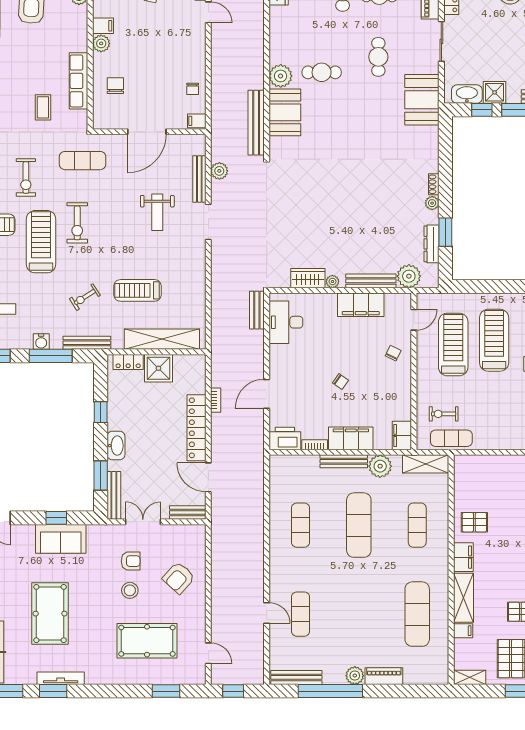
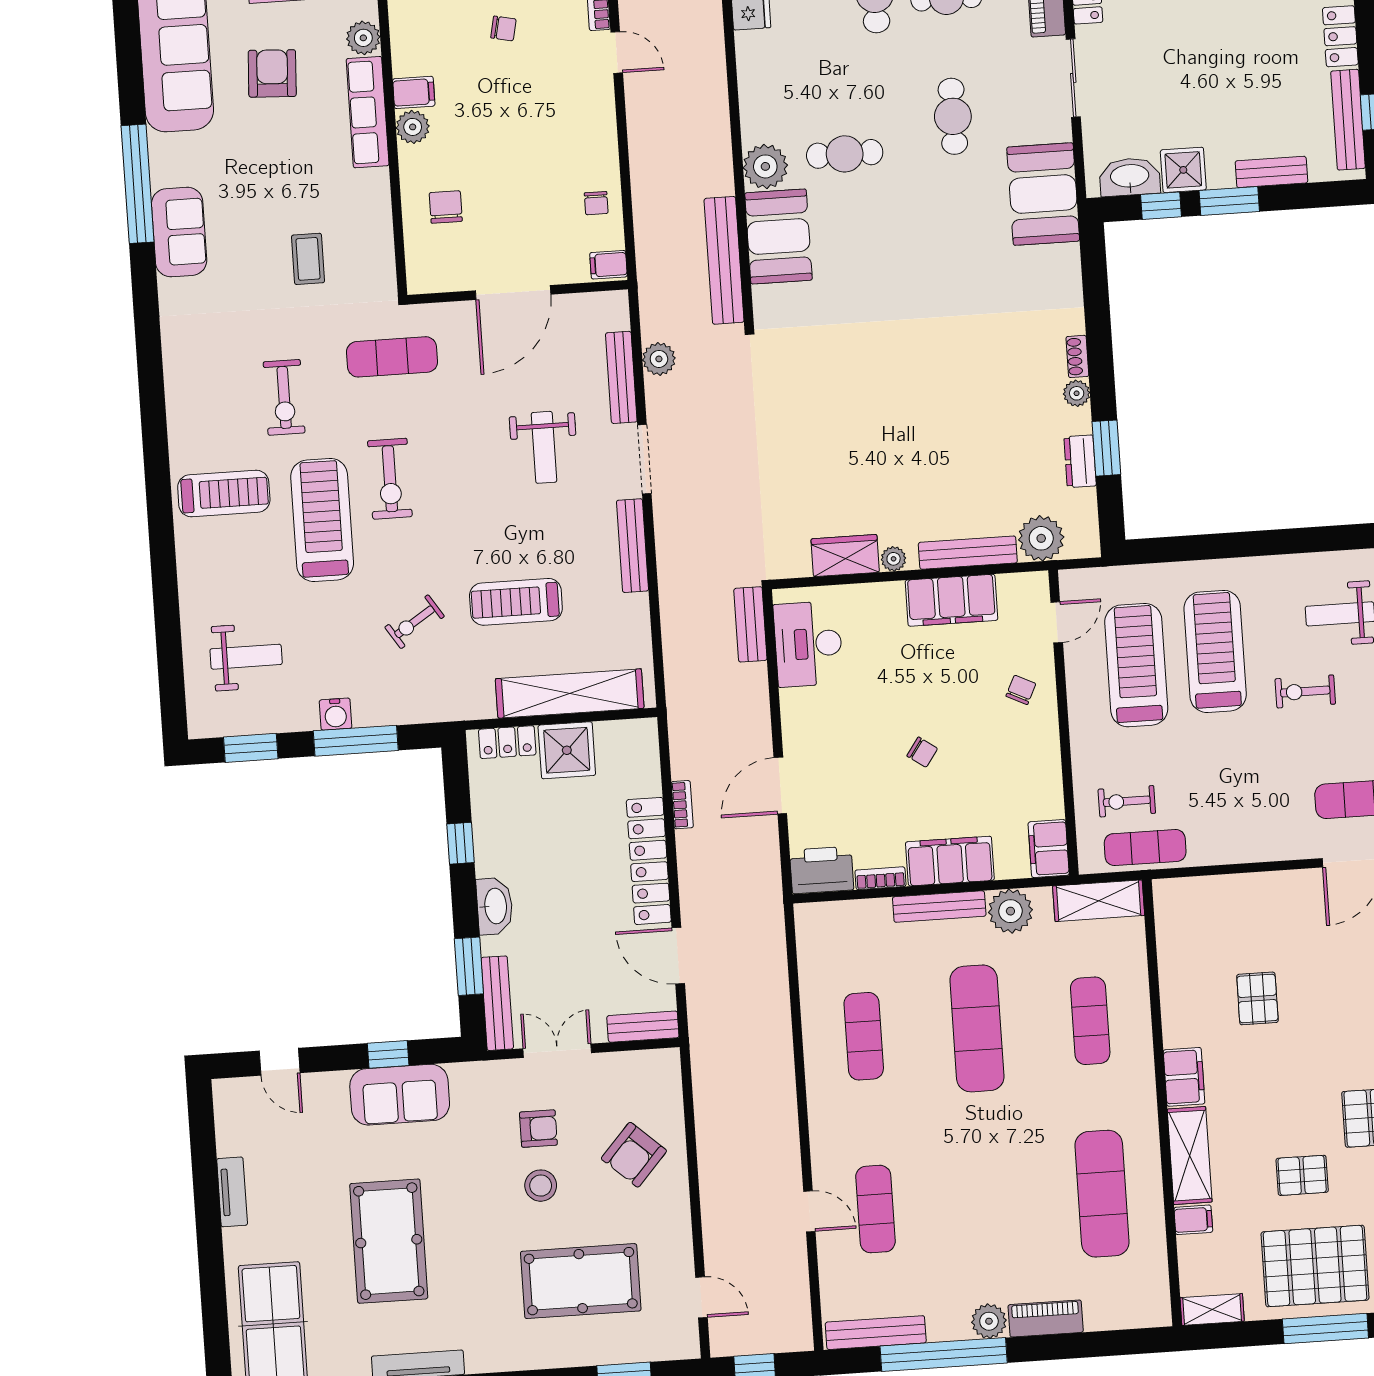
row of seats: (79, 81) -> (368, 112), moved
dresser: (432, 244) -> (1080, 461), width x0.70
bench: (87, 343) -> (633, 546), moved, turned 90
pallet: (474, 522) -> (1257, 998), moved, turned 90

